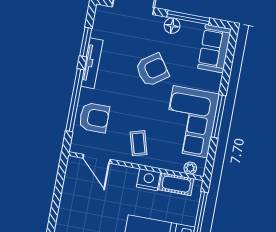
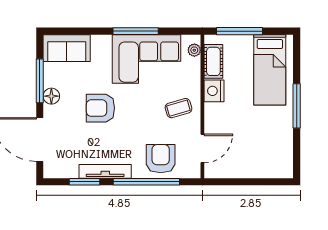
armchair: (152, 70) -> (100, 108), turned -55

